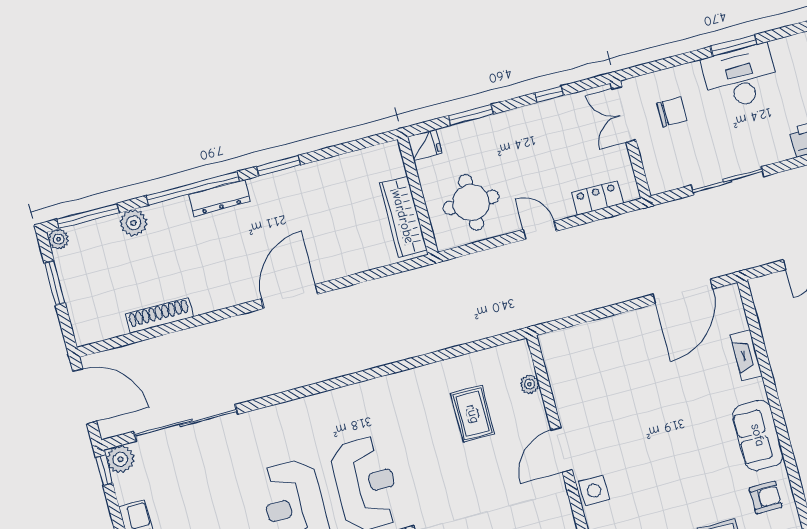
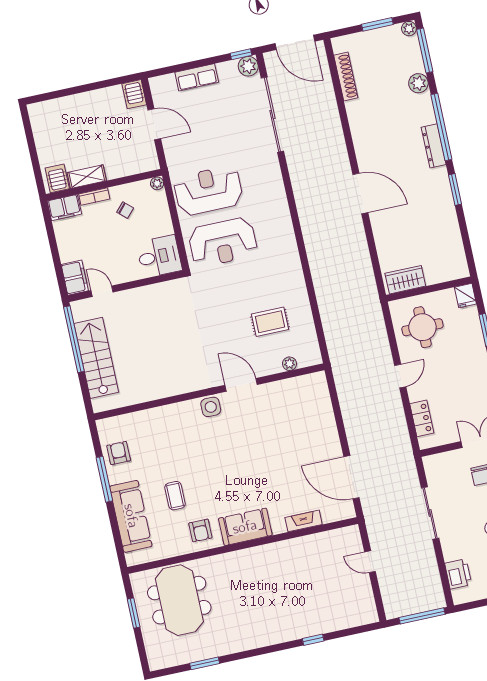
wardrobe: (403, 217) -> (405, 280), width x0.67
shoe rack: (159, 315) -> (346, 76), moved
door: (85, 396) -> (295, 42), hinge flipped

